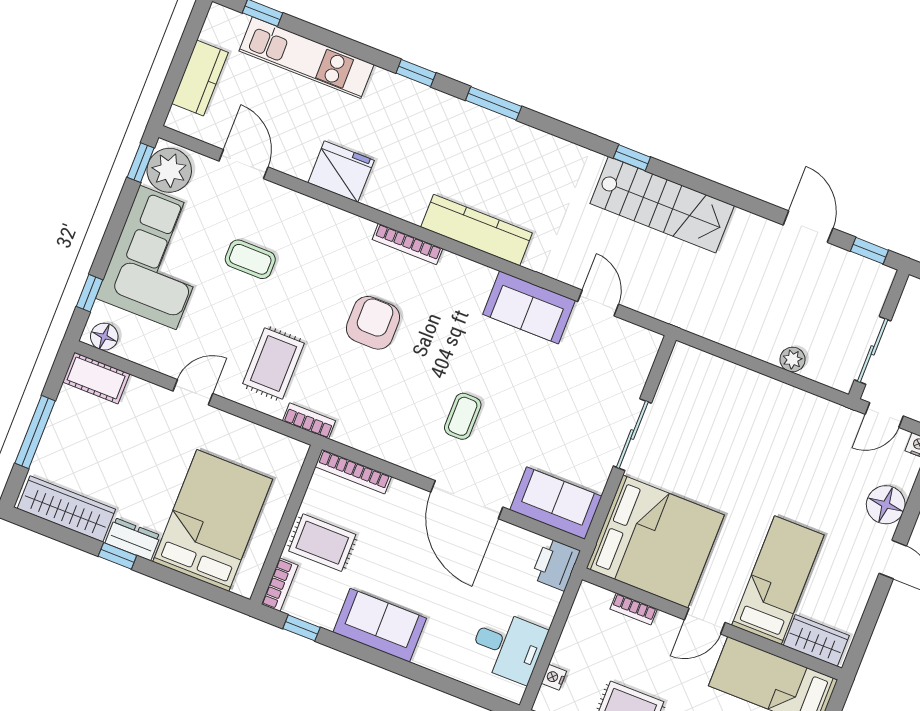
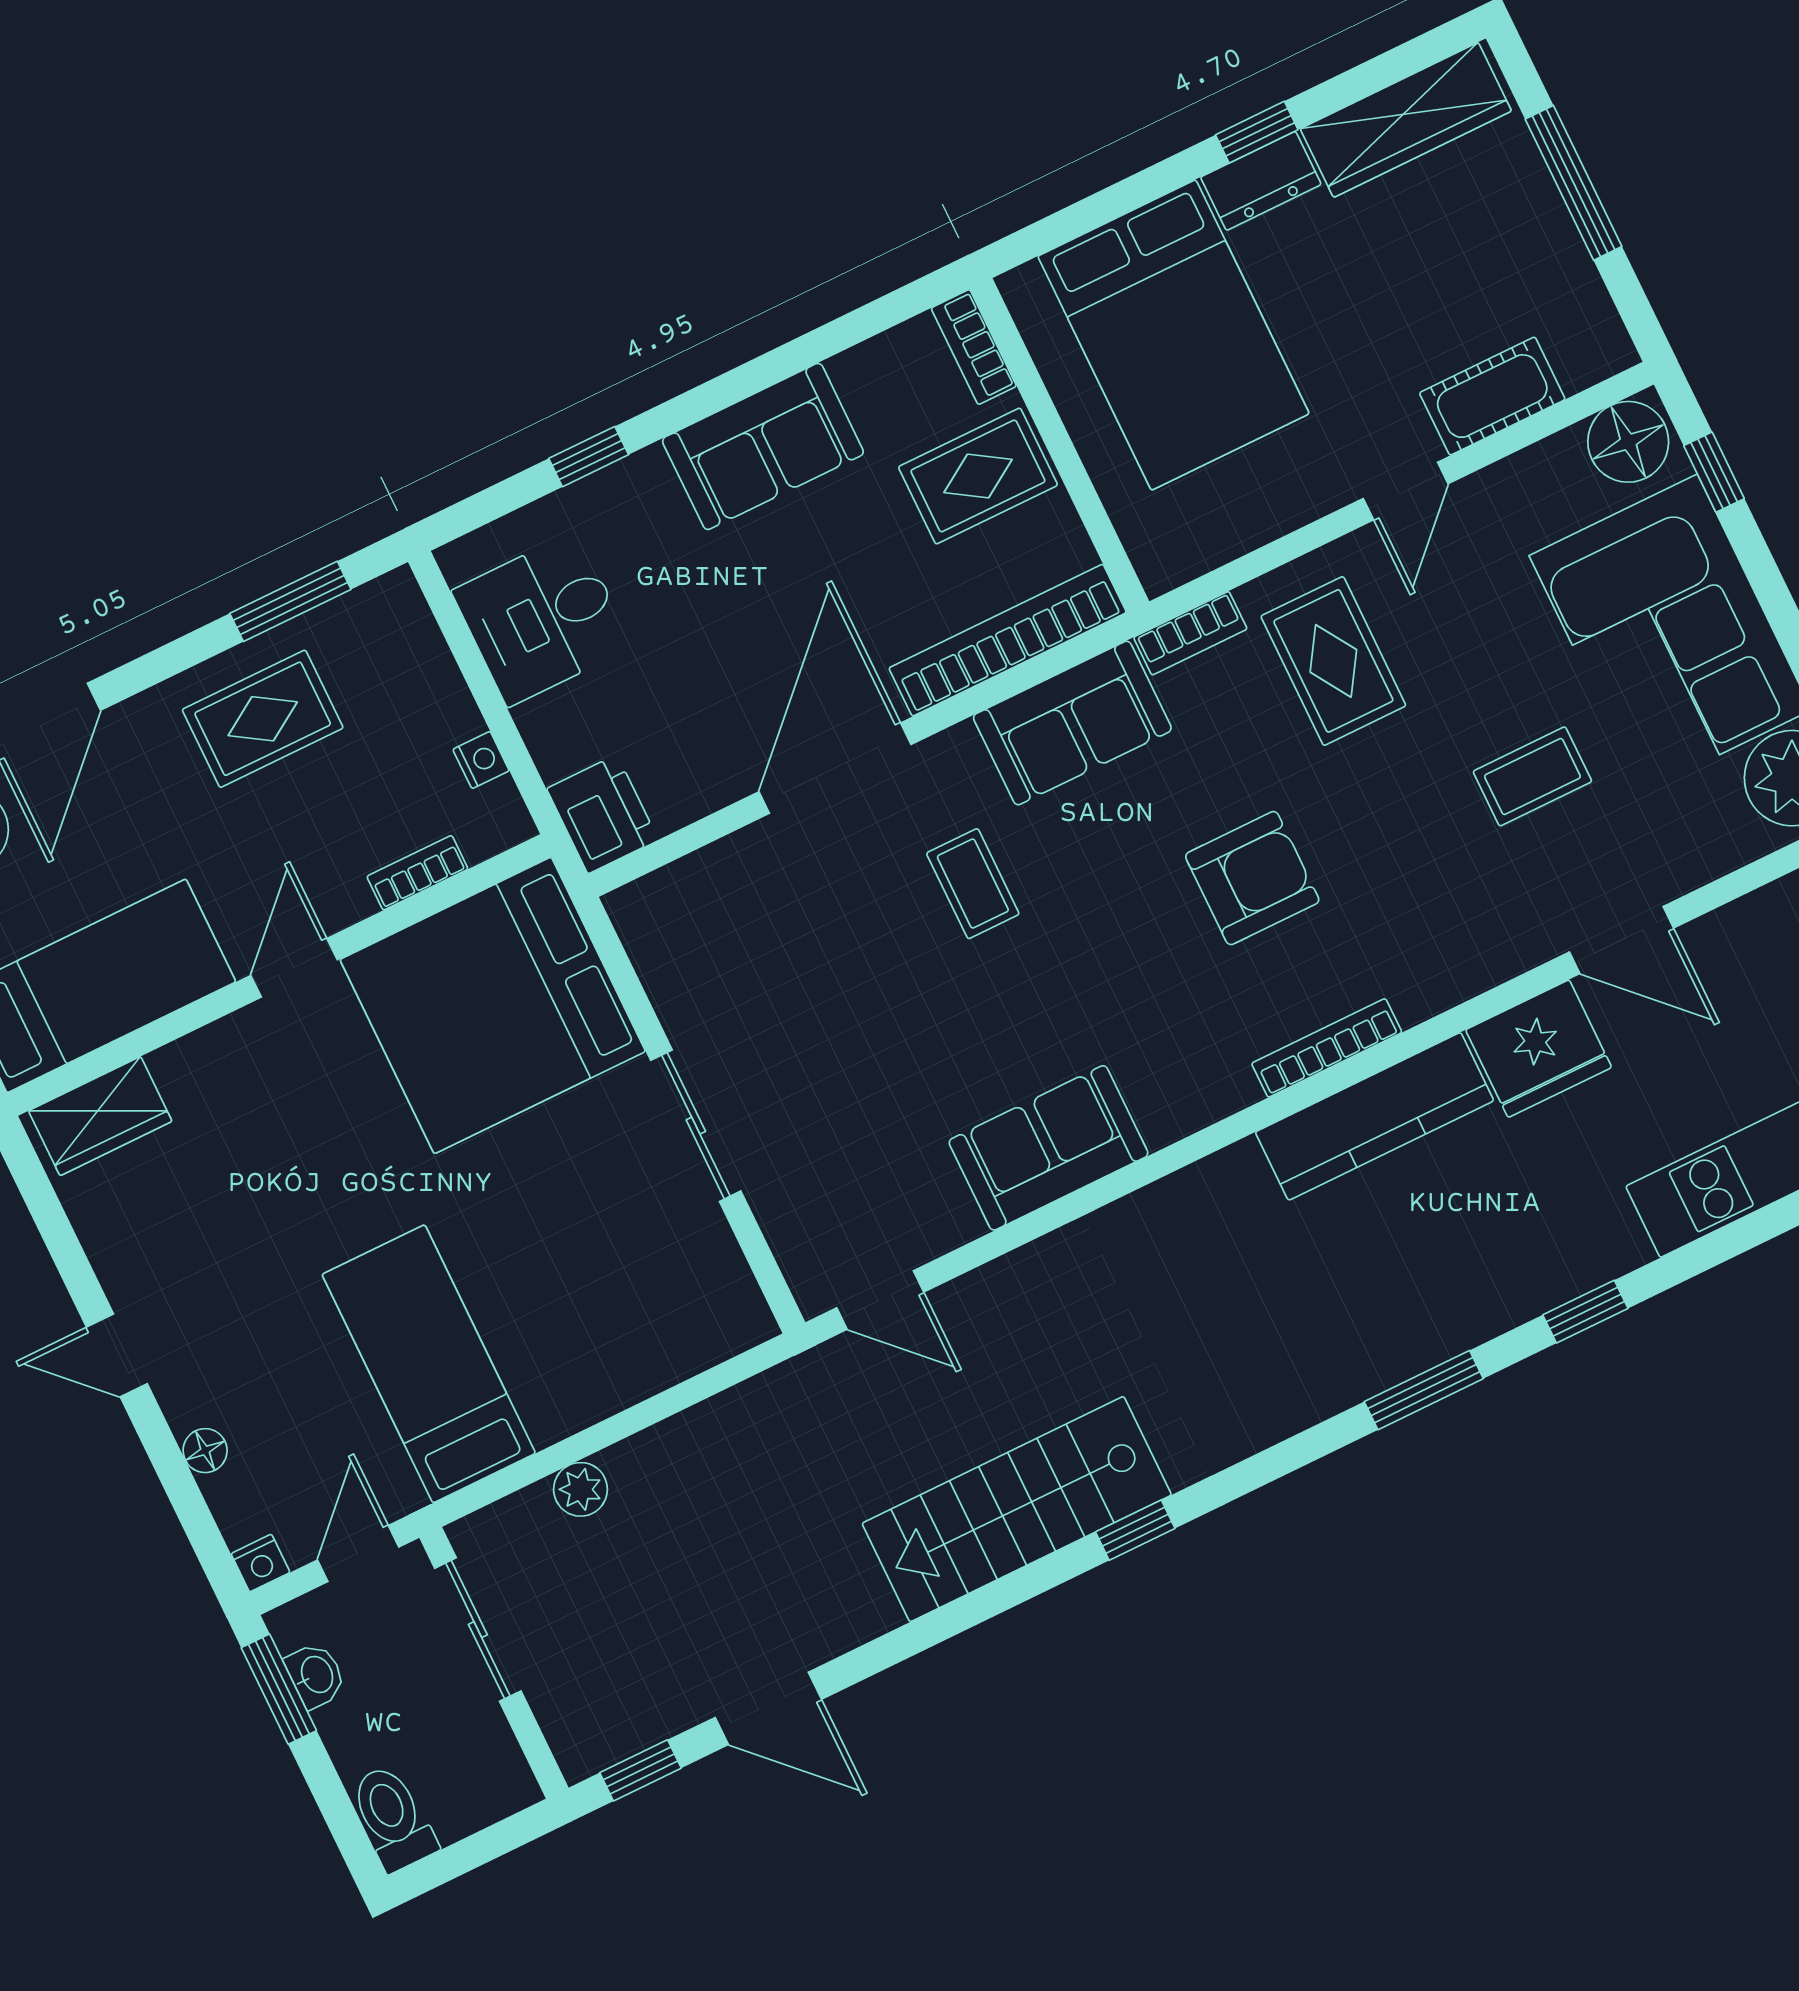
door: (244, 164) -> (1621, 940), moved
kitchen counter: (477, 230) -> (1375, 1116), moved
door: (598, 303) -> (880, 1300), moved
armchair: (373, 323) -> (1252, 878), turned -90
floor lamp: (104, 337) -> (1628, 442), width x1.38, depth x1.38
cot: (96, 378) -> (1492, 396), moved
bookcase: (353, 472) -> (1008, 640), width x1.48, depth x1.31
door: (467, 500) -> (835, 768), hinge flipped
sofa: (556, 503) -> (1072, 723), moved
floor lamp: (886, 505) -> (205, 1451), width x0.53, depth x0.53
bed: (778, 580) -> (429, 1364), moved, turned 180
window: (302, 628) -> (589, 457), moved
nightstand: (554, 677) -> (481, 760), moved

